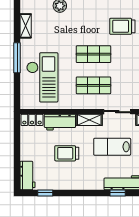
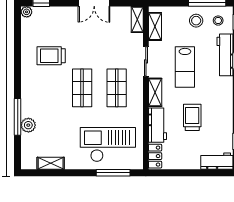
trolley: (122, 26) -> (51, 56), turned 90
window: (17, 58) -> (113, 173), moved
trolley: (67, 153) -> (192, 117), turned 180

